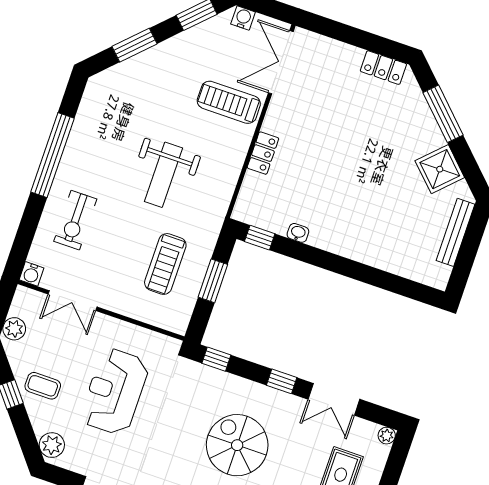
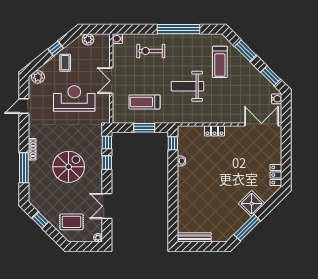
treadmill: (229, 102) -> (220, 62), moved, turned 180
window: (443, 114) -> (247, 228), moved
shower: (440, 169) -> (252, 204), moved
bench: (455, 232) -> (194, 237), moved
double door: (72, 301) -> (111, 81), moved
window: (282, 381) -> (107, 163), moved

